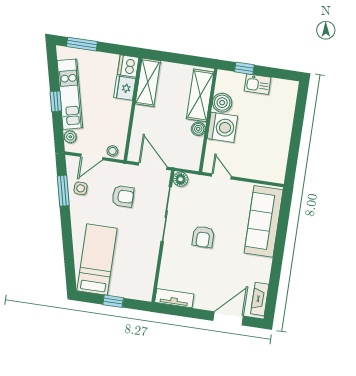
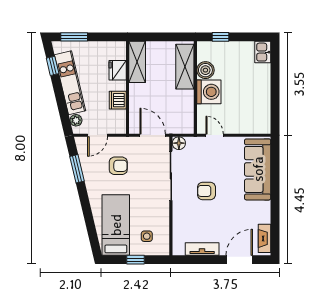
dishwasher: (128, 66) -> (118, 100), moved
kitchen sink: (258, 84) -> (263, 52), moved, turned 90
window: (56, 101) -> (53, 66), moved
boiler: (198, 129) -> (188, 96), removed
stool: (112, 151) -> (115, 127), removed
side table: (81, 188) -> (147, 236), moved
armchair: (123, 196) -> (118, 166), moved
armchair: (203, 237) -> (206, 191), turned 90
tv unit: (174, 298) -> (202, 249), moved

